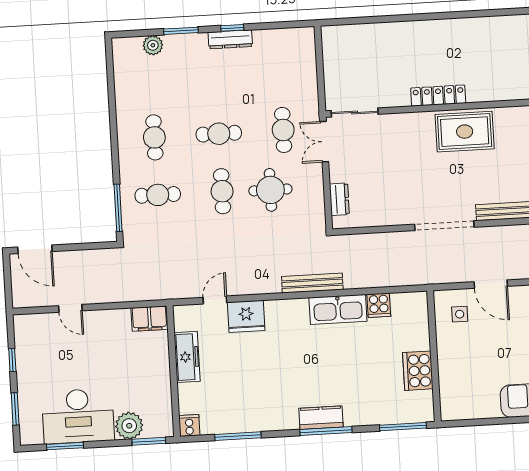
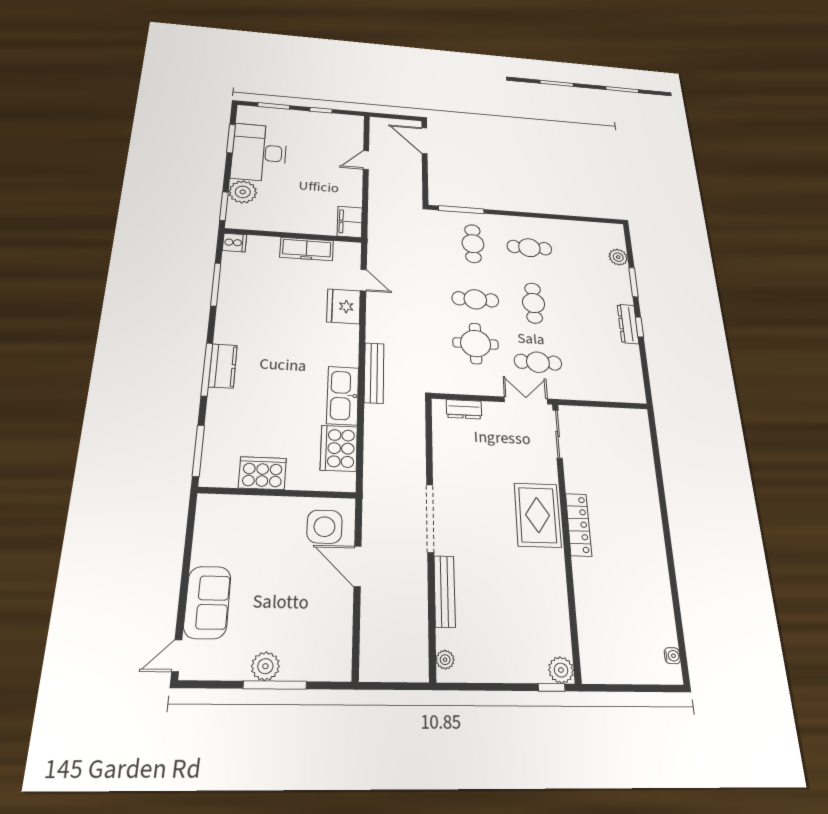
rug: (465, 132) -> (538, 515), moved
door: (35, 249) -> (424, 141), hinge flipped
door: (491, 284) -> (357, 566), hinge flipped
cooker: (379, 305) -> (339, 448), width x1.87, depth x1.31
side table: (460, 314) -> (324, 527), width x1.87, depth x1.87

